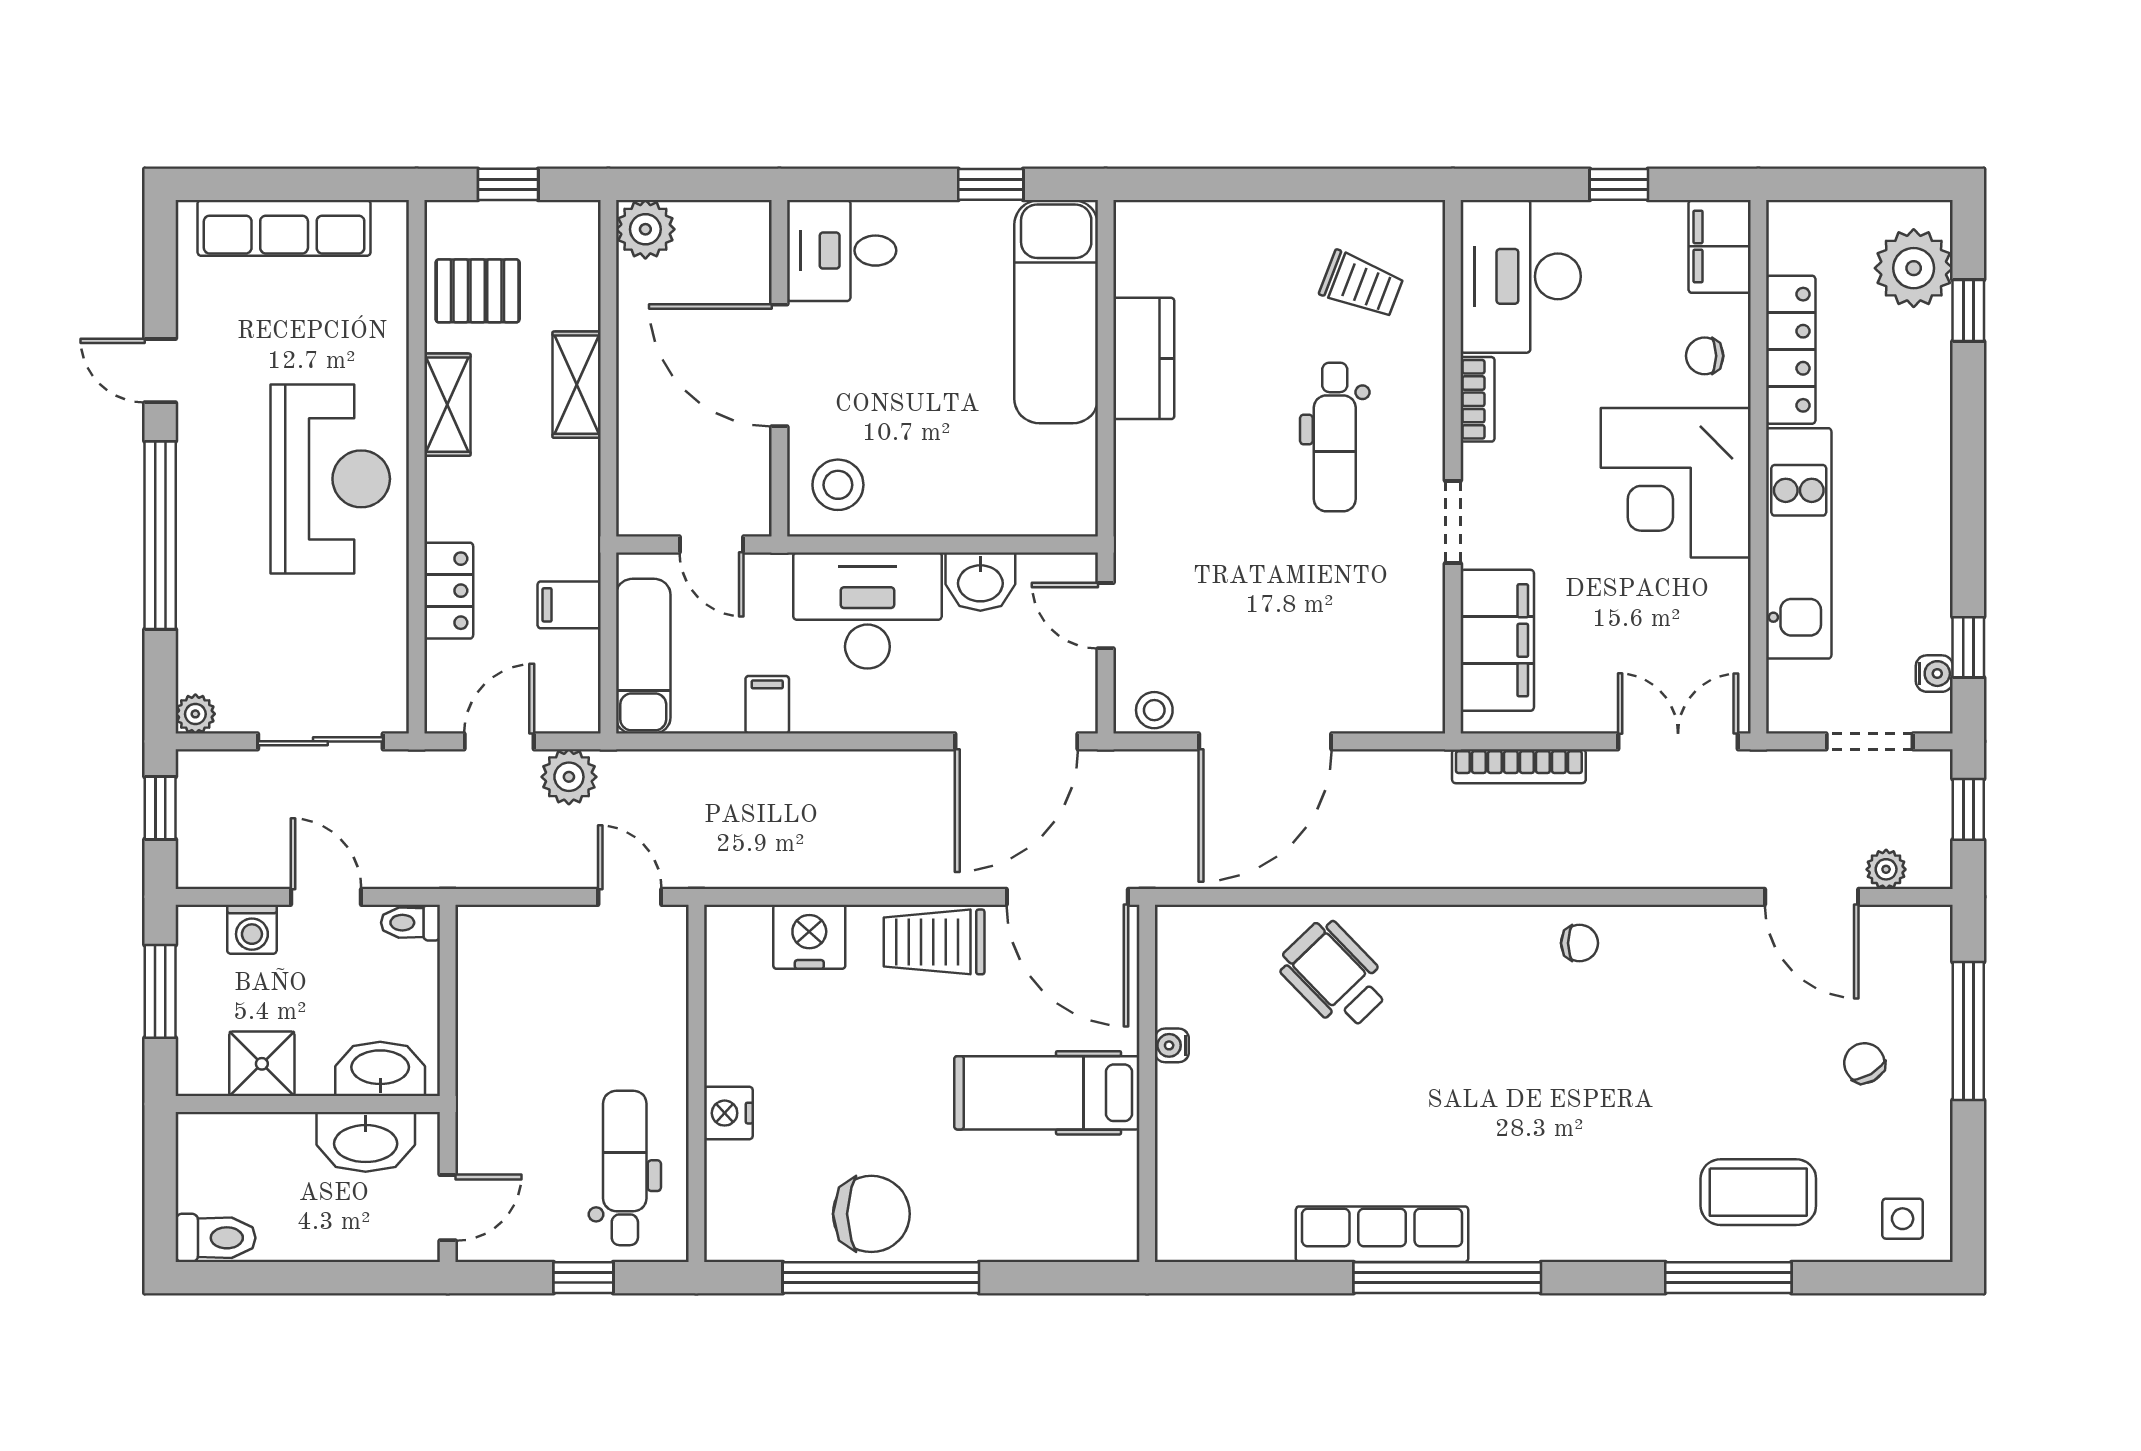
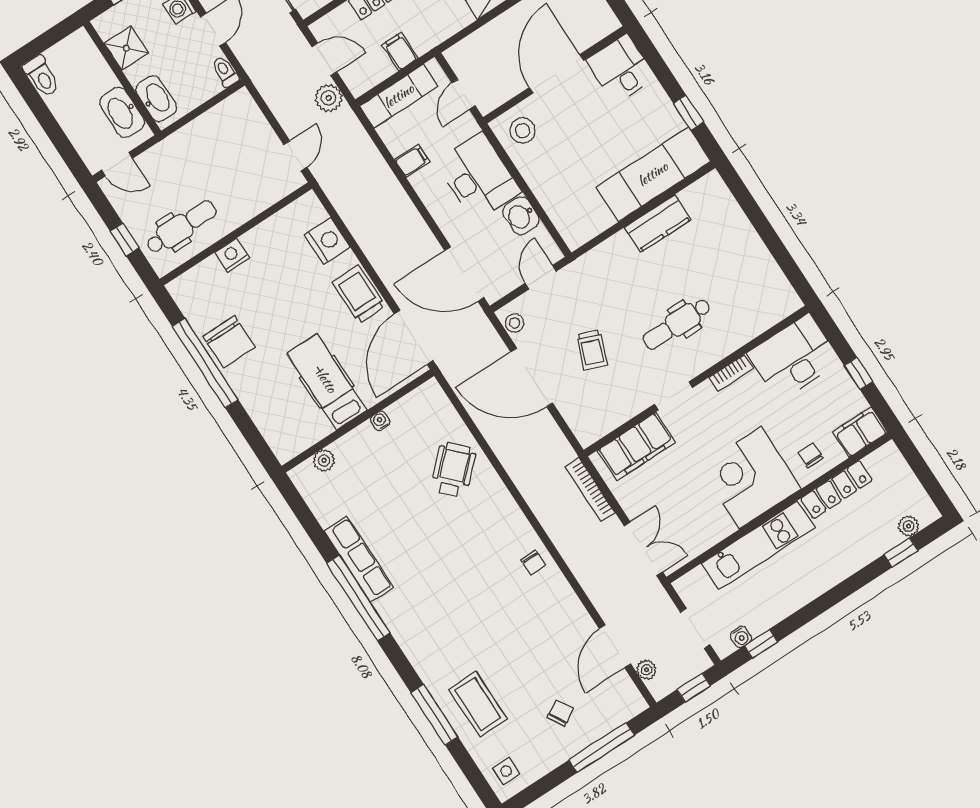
plant: (1914, 268) -> (909, 526), width x0.53, depth x0.53
trolley: (1362, 285) -> (592, 350), moved
plant: (1177, 1184) -> (324, 460), added

